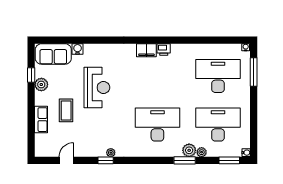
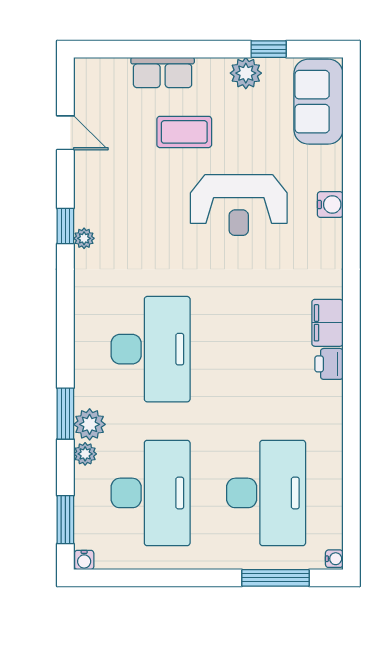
water cooler: (78, 49) -> (330, 205), moved

